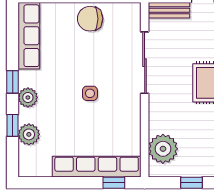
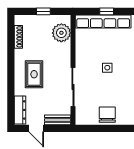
chair: (90, 19) -> (107, 115), turned -90
window: (114, 183) -> (107, 11), moved

